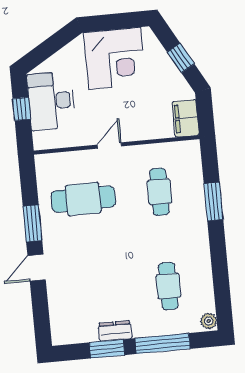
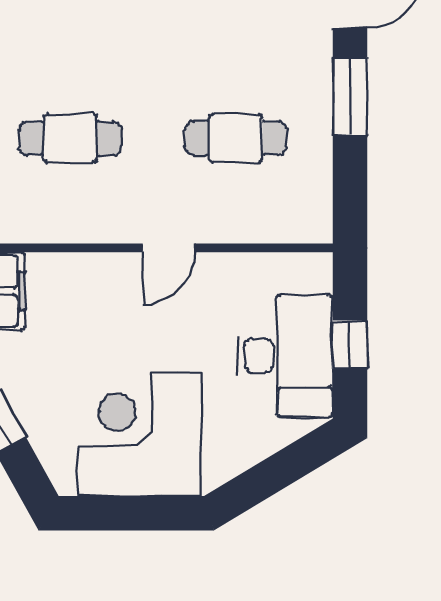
cafe table: (159, 192) -> (71, 138), turned 90
cafe table: (83, 199) -> (236, 138), width x0.73, depth x0.74

